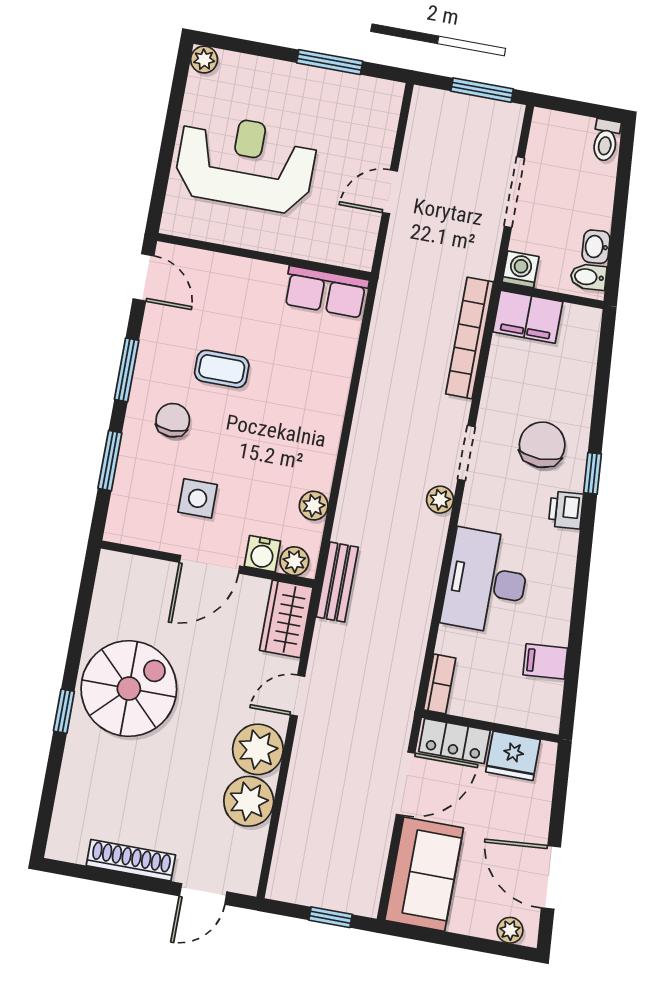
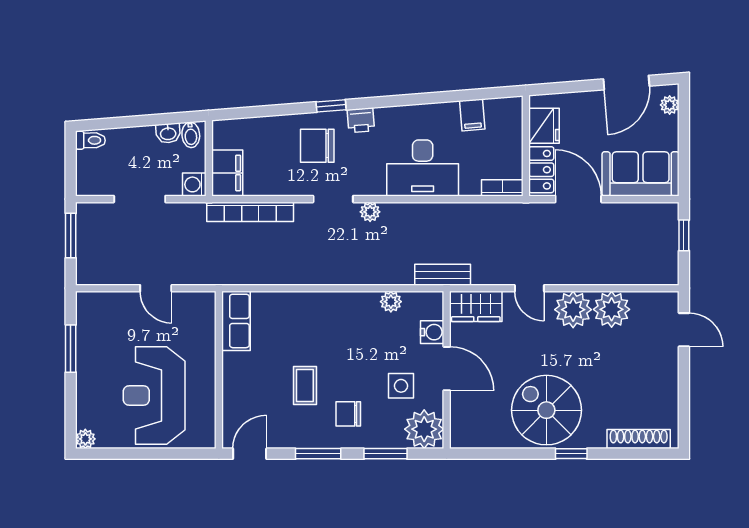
plant: (294, 561) -> (424, 429), moved, width x1.87, depth x1.87
shoe rack: (131, 860) -> (639, 439), moved, turned 90

